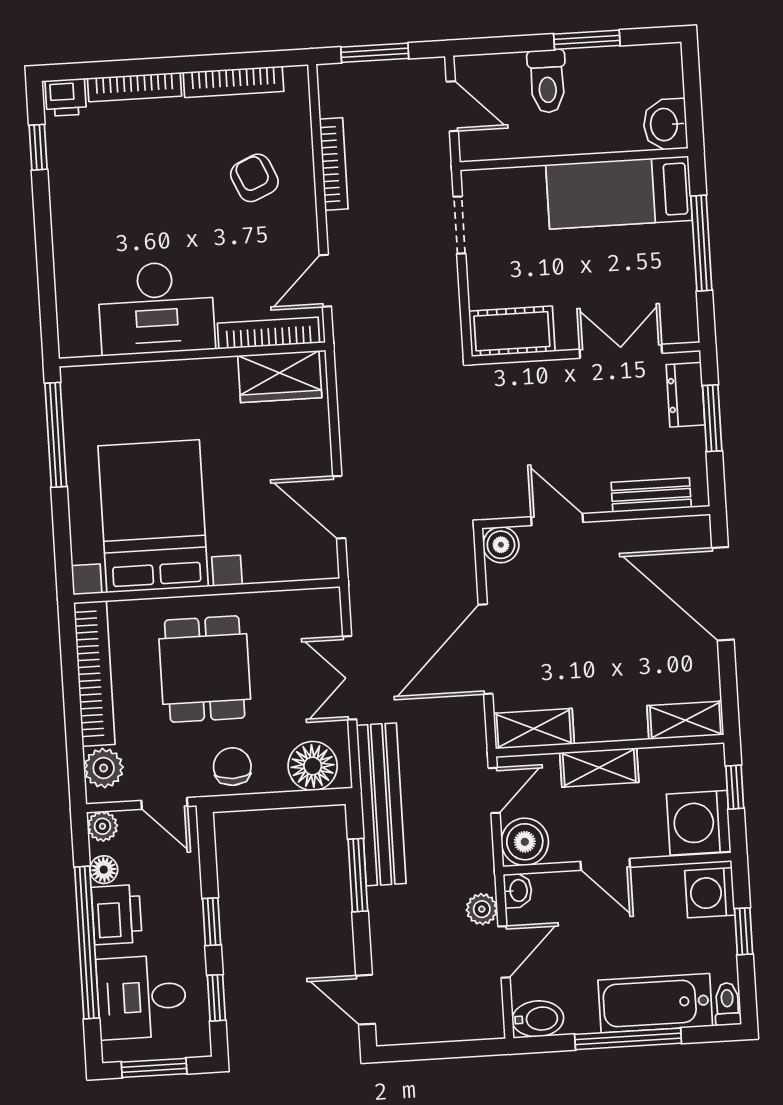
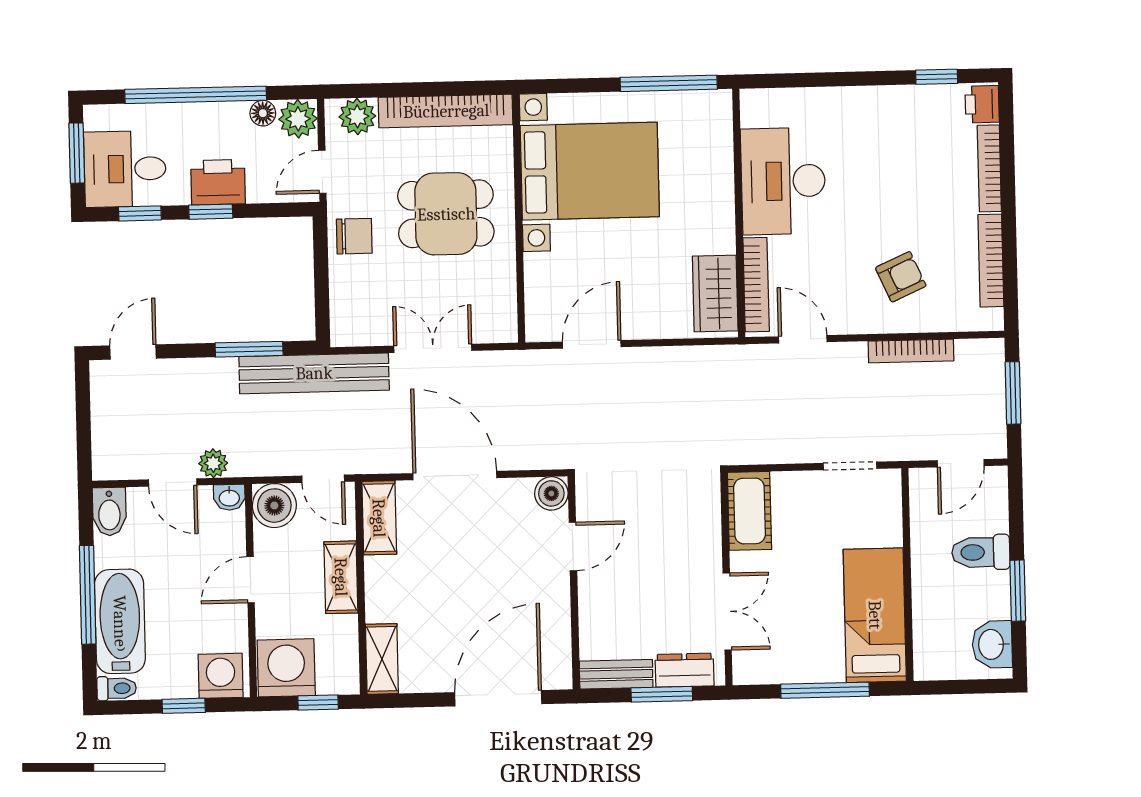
washbasin: (665, 124) -> (992, 644), moved, turned -90
bench: (651, 495) -> (616, 674), moved, turned 90
floor lamp: (313, 766) -> (352, 311), removed
plant: (102, 826) -> (298, 119), width x1.38, depth x1.38
printer: (117, 915) -> (218, 182), moved, turned 180
desk: (142, 997) -> (125, 169), moved, turned -90

